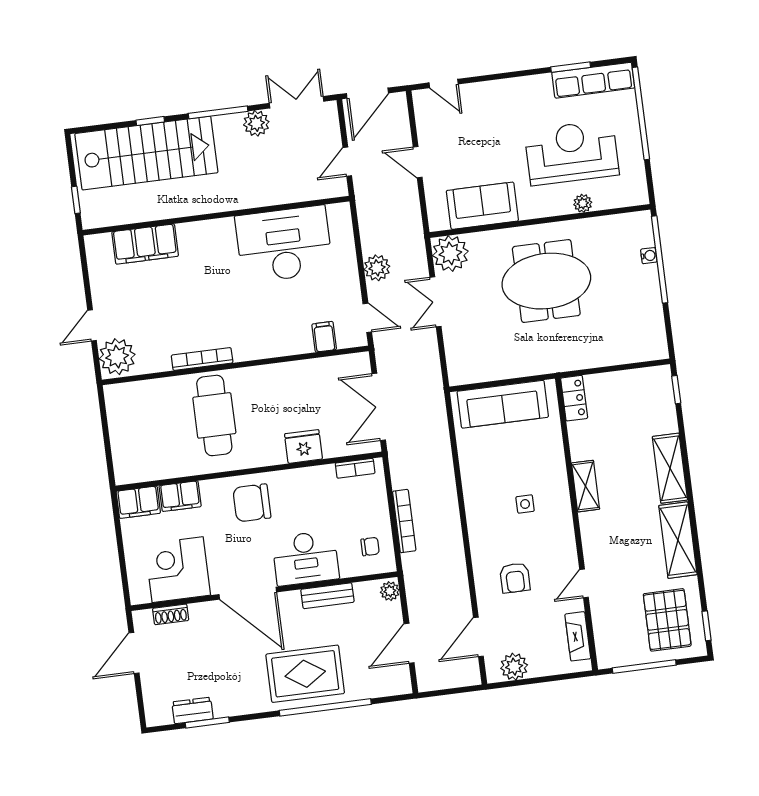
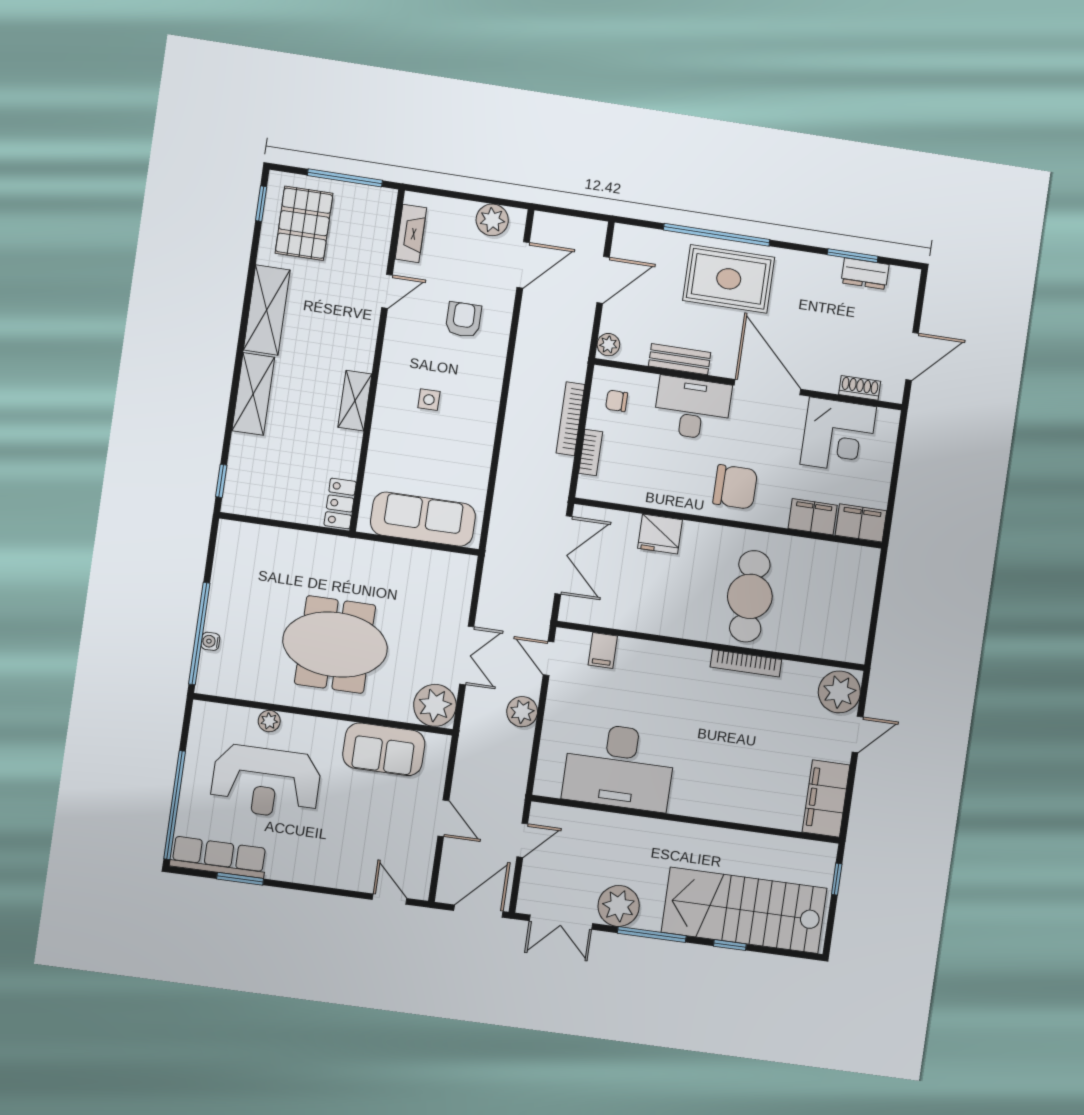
plant: (256, 123) -> (619, 906), width x1.36, depth x1.36
filing cabinet: (145, 244) -> (826, 799), moved, turned -90
bookcase: (355, 468) -> (591, 452), moved, turned 90

